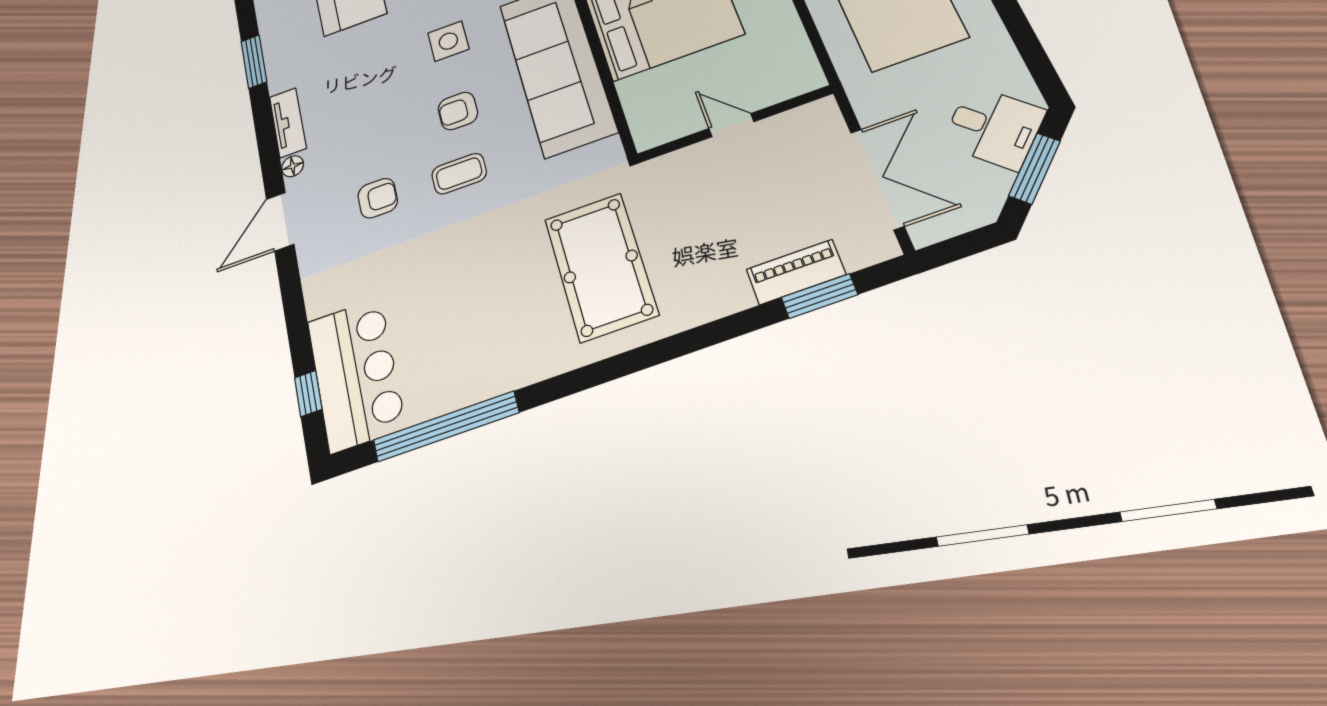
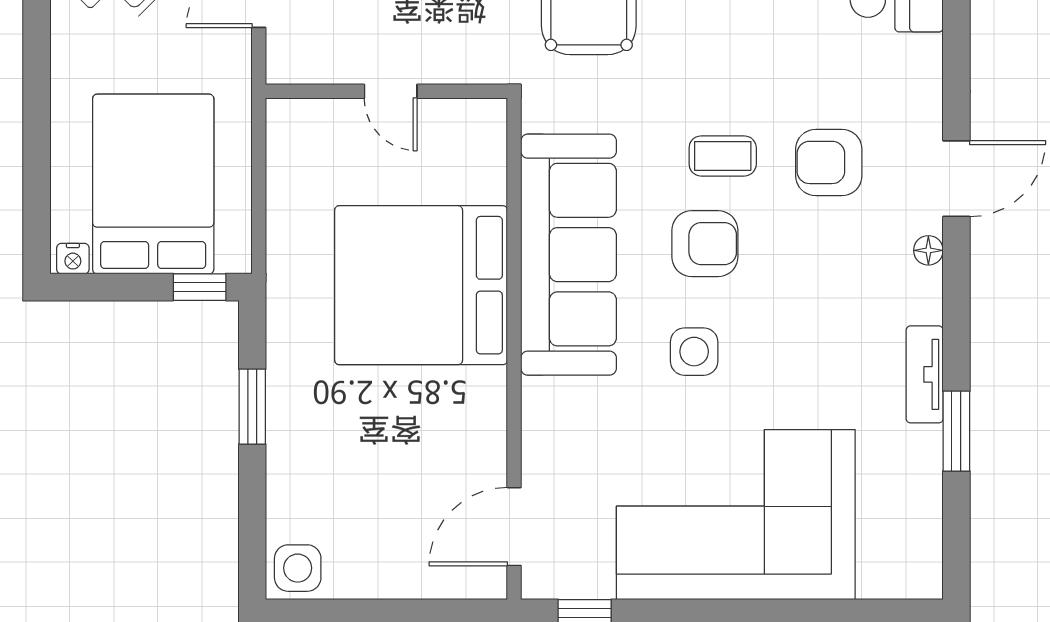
armchair: (458, 111) -> (705, 244), width x1.38, depth x1.38
tv unit: (288, 123) -> (925, 374), moved
armchair: (378, 198) -> (829, 162), width x1.38, depth x1.38

